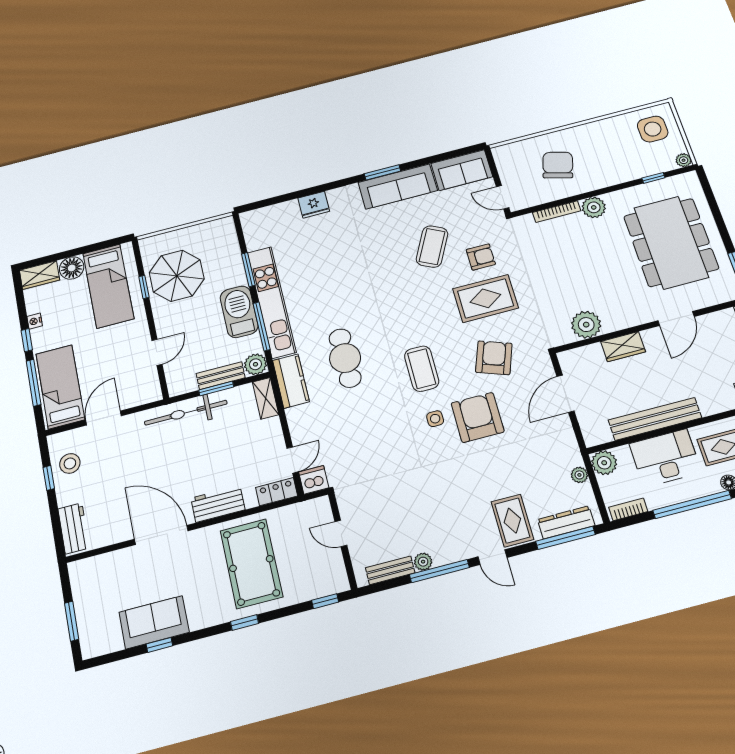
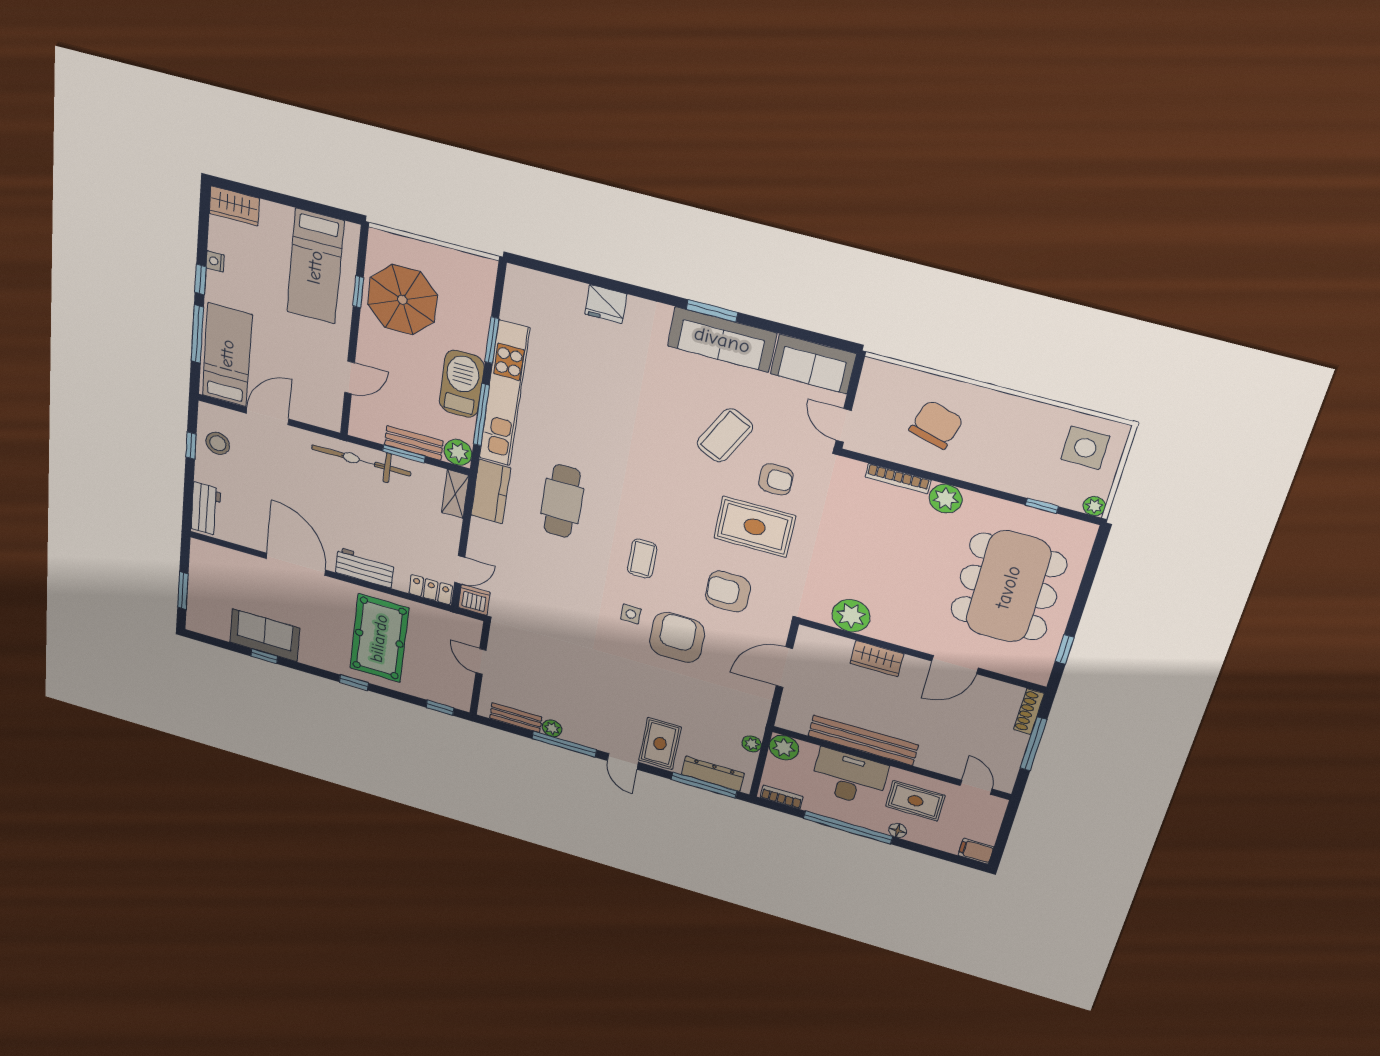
floor lamp: (72, 268) -> (276, 218), removed
armchair: (494, 358) -> (728, 592), turned -110
coffee table: (422, 369) -> (642, 559), width x0.73, depth x0.77

